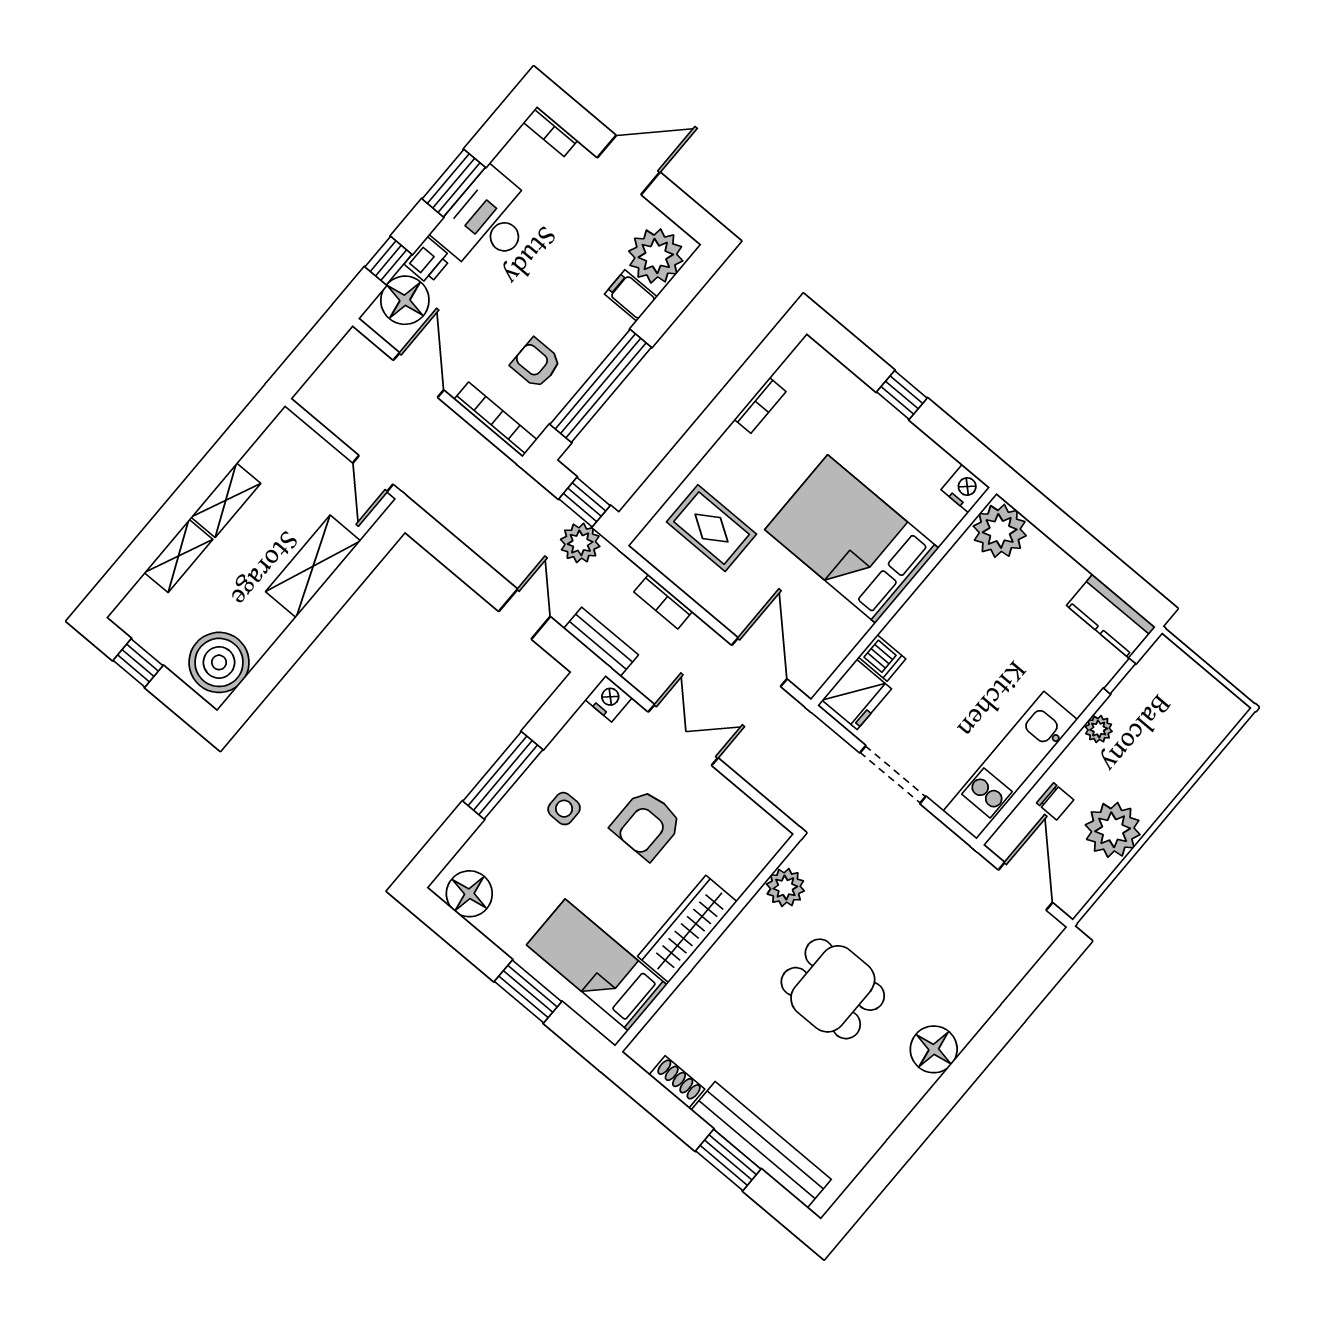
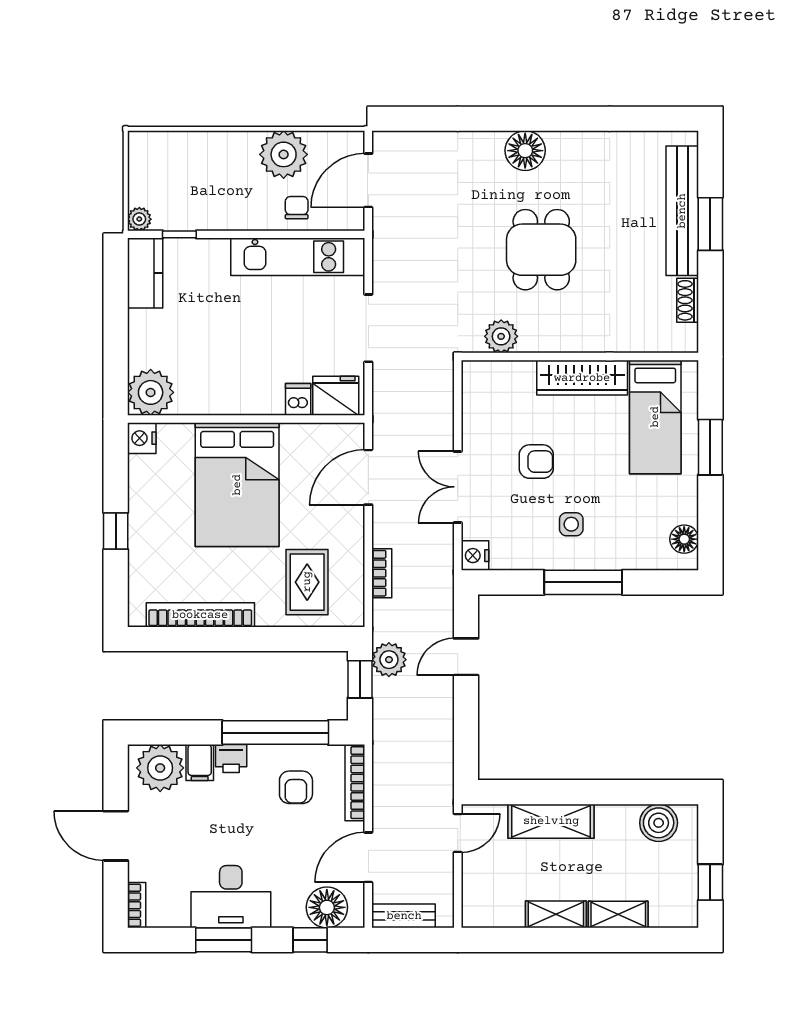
printer: (428, 261) -> (231, 759), moved, turned 180
bookcase: (760, 405) -> (200, 615), width x2.31, depth x1.31
bench: (601, 642) -> (404, 916), moved, turned 90
boiler: (219, 662) -> (659, 823), width x0.73, depth x0.73
plant: (1099, 729) -> (139, 219), moved
armchair: (647, 825) -> (536, 462), width x0.72, depth x0.72
floor lamp: (469, 894) -> (684, 539), width x0.73, depth x0.73

